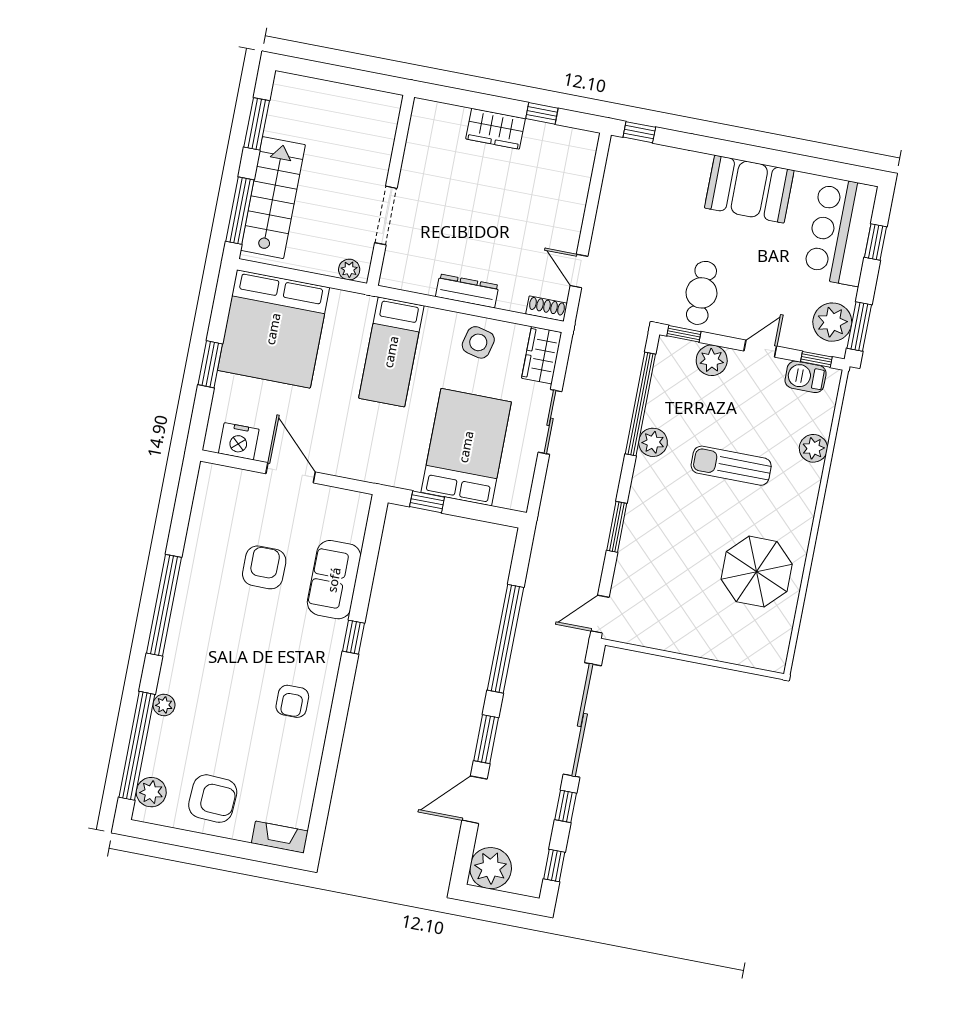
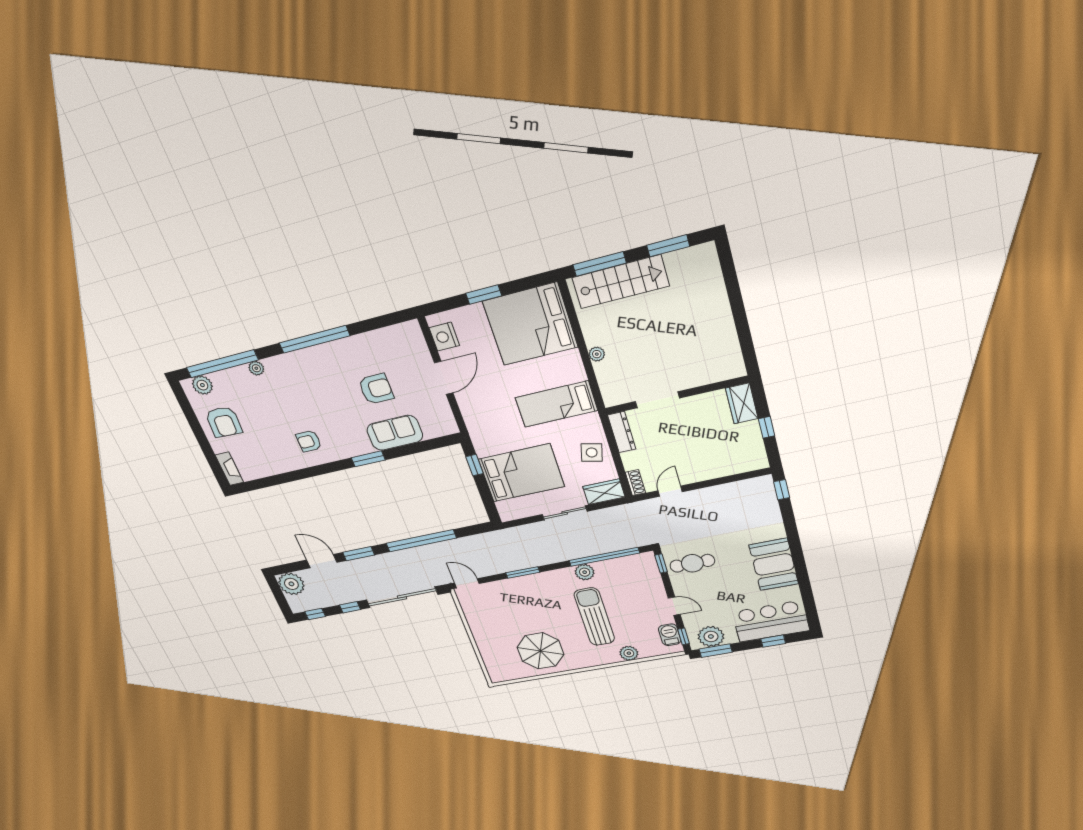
wall: (391, 190) -> (676, 396), moved
doorway: (386, 215) -> (657, 400), moved
plant: (712, 360) -> (653, 584), removed
sun lounger: (731, 466) -> (594, 617), width x1.36, depth x1.34
window: (354, 637) -> (368, 459), width x1.50

